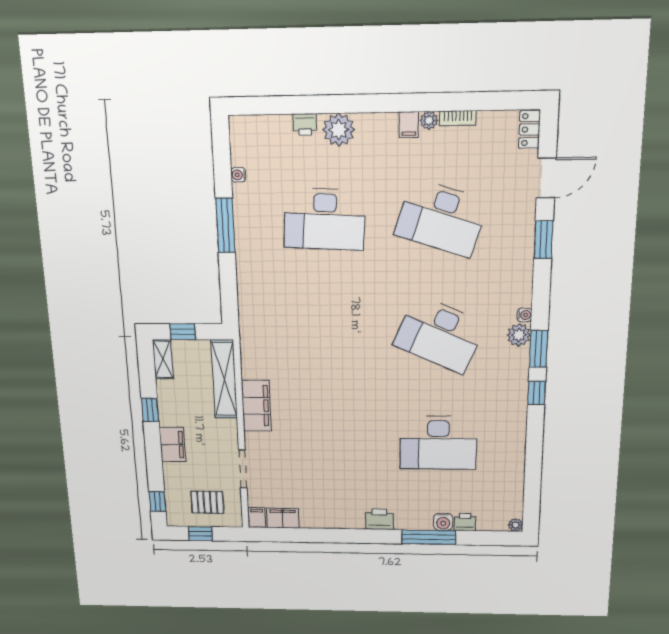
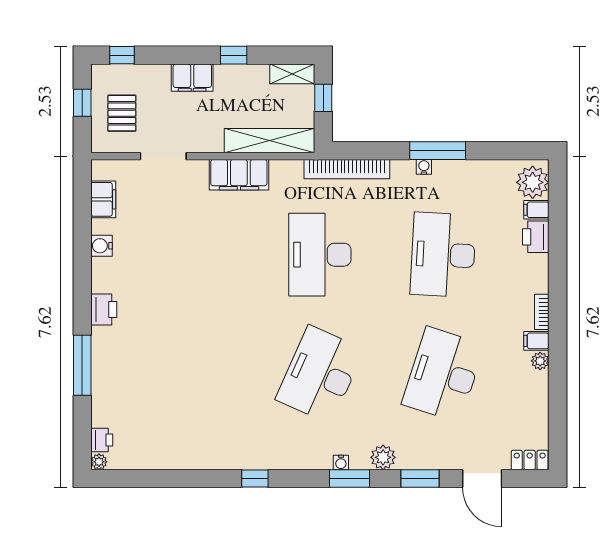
bookcase: (458, 118) -> (542, 312), moved
printer: (305, 124) -> (536, 237), width x1.36, depth x1.24
plant: (339, 130) -> (533, 182), moved
water cooler: (238, 175) -> (424, 167), moved
bookcase: (247, 310) -> (347, 169), added
plant: (519, 335) -> (383, 457), moved
window: (539, 349) -> (350, 478), moved
desk: (438, 443) -> (320, 255), moved
filing cabinet: (257, 518) -> (536, 210), moved, turned 180
water cooler: (443, 522) -> (102, 246), moved
printer: (465, 522) -> (102, 440), moved

